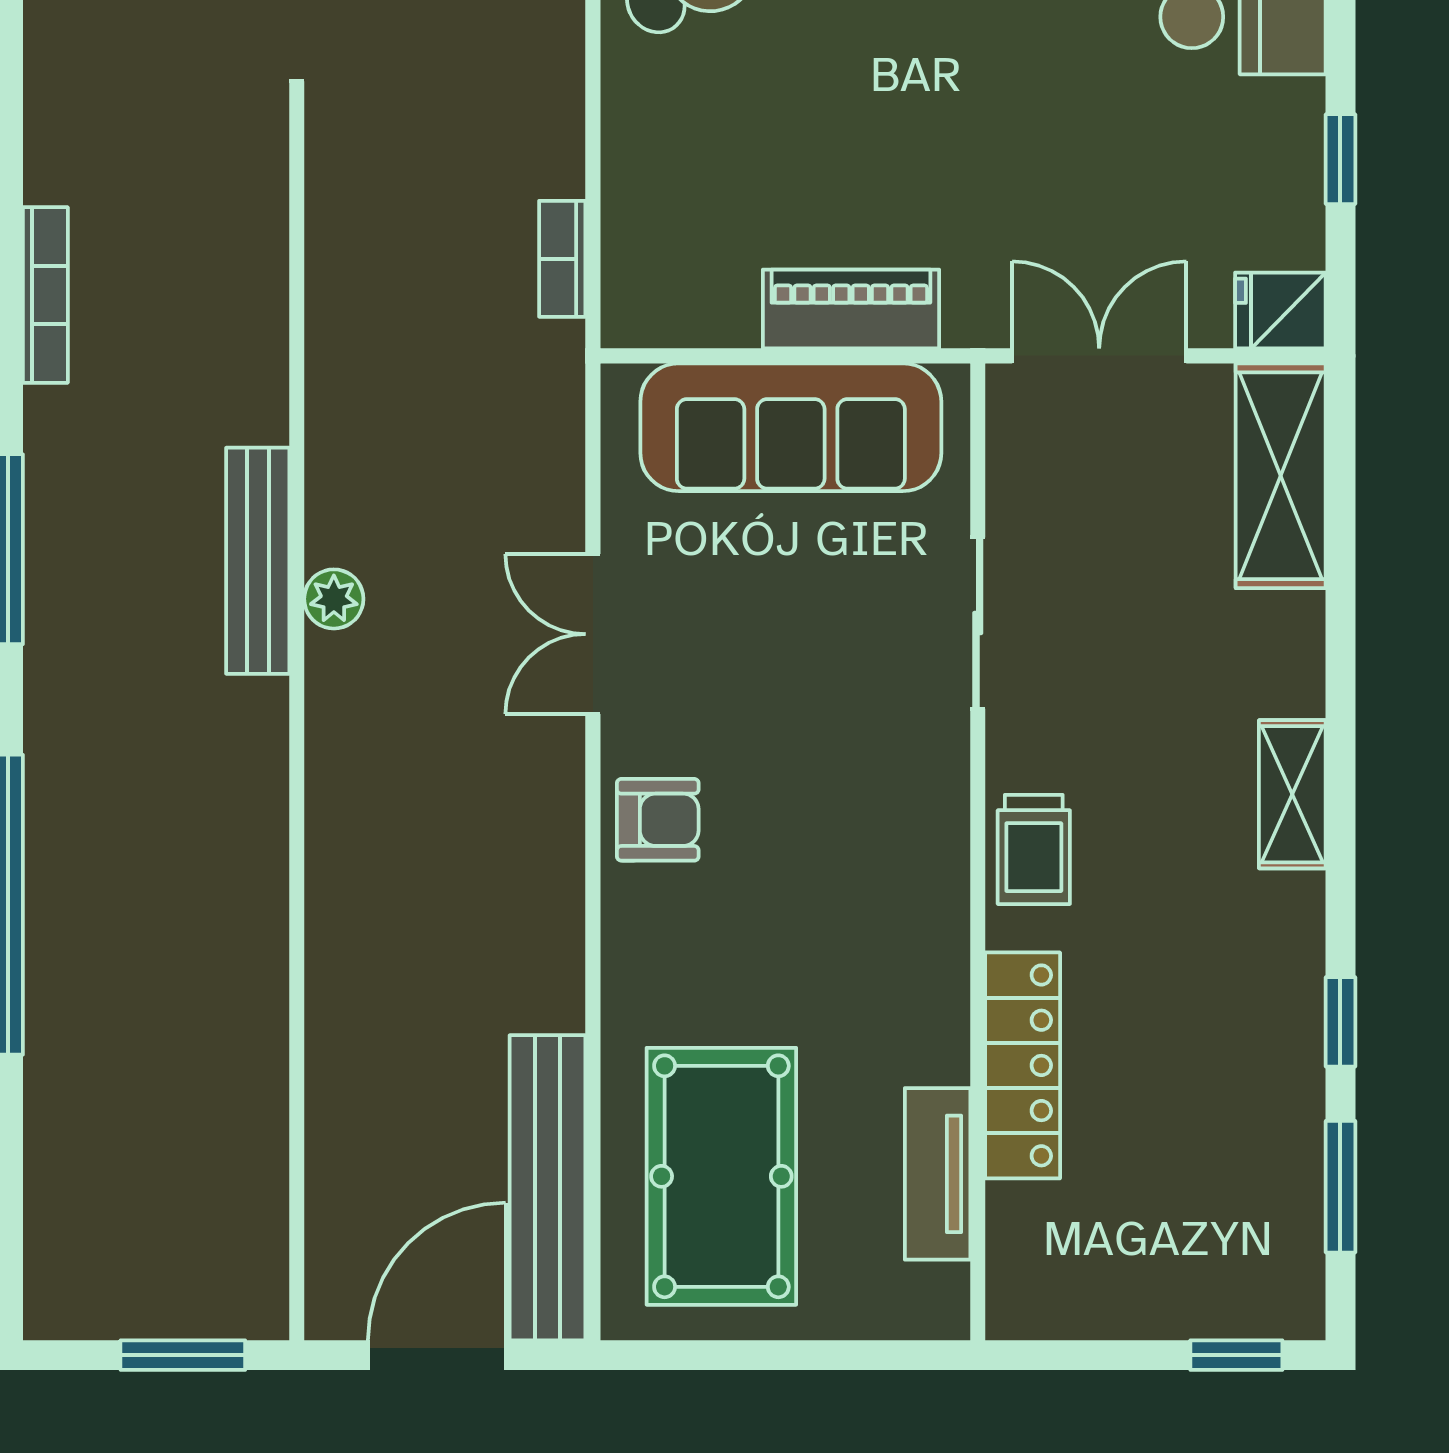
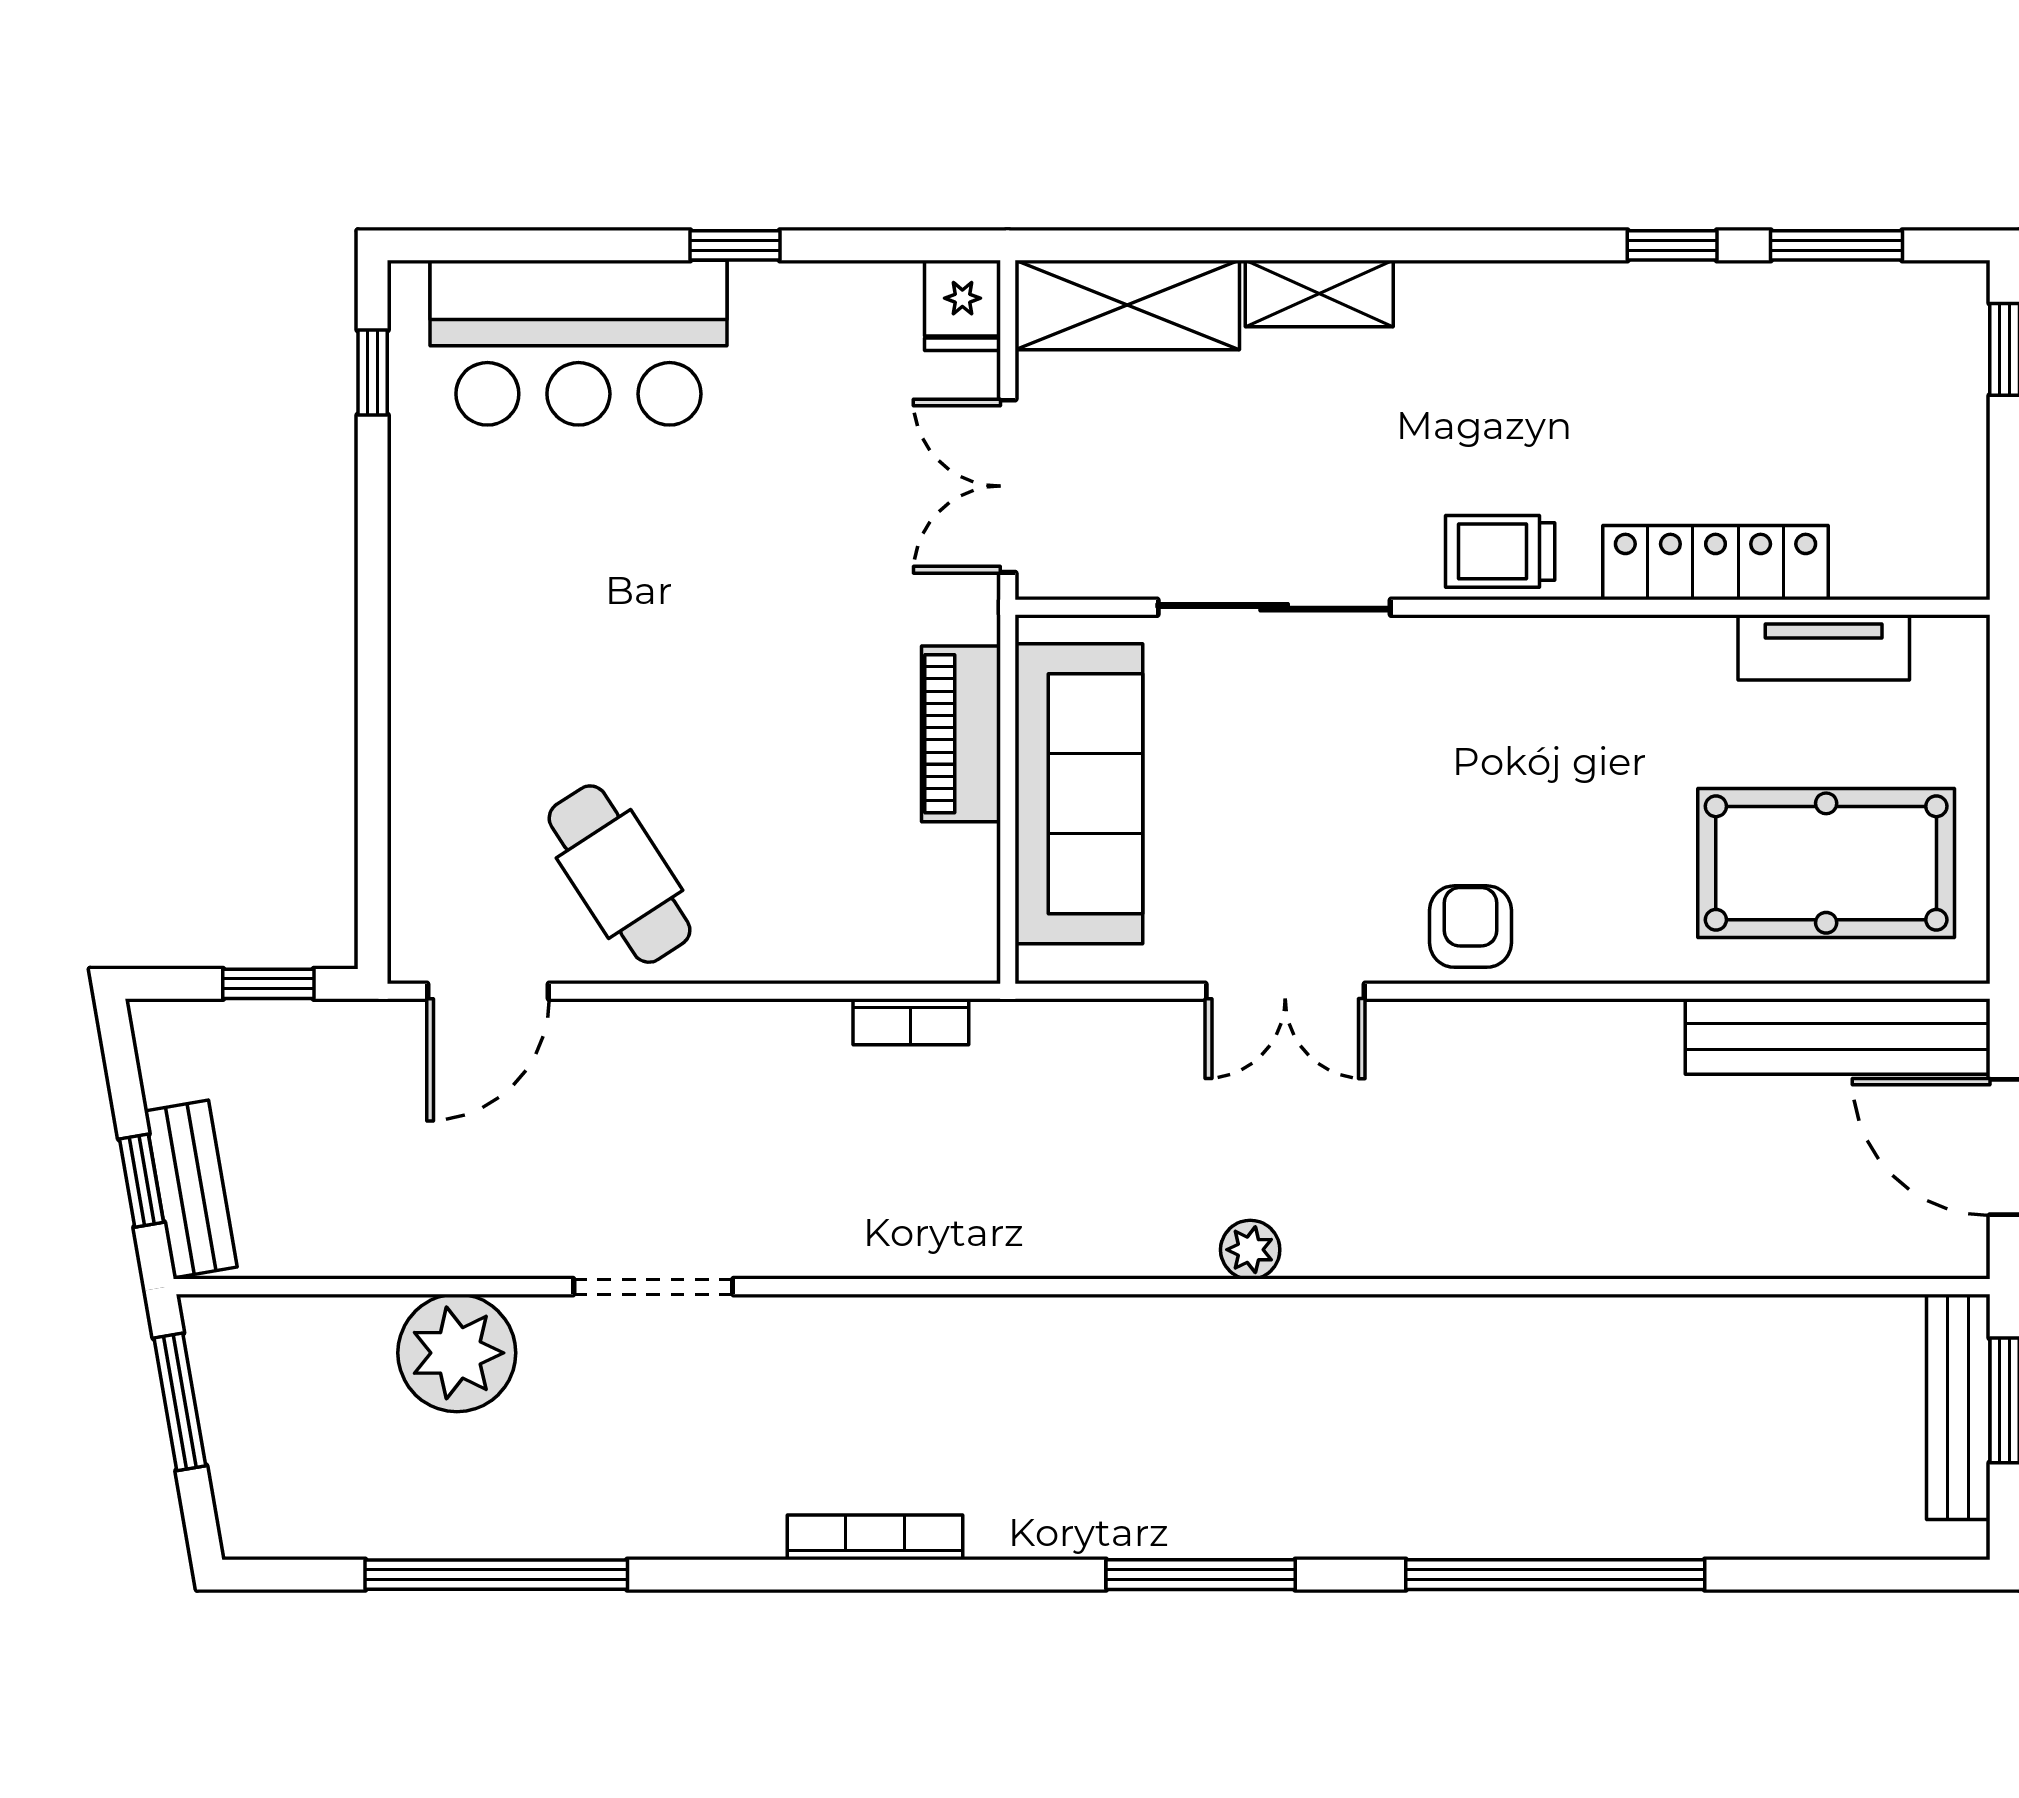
window: (1340, 159) -> (735, 245), moved
bookcase: (45, 295) -> (875, 1537), moved
bench: (258, 561) -> (1958, 1407), moved, turned 90
sliding door: (978, 623) -> (1274, 607), width x1.37
shelving: (1292, 794) -> (1319, 293), moved
trolley: (1034, 849) -> (1500, 551), turned 180

